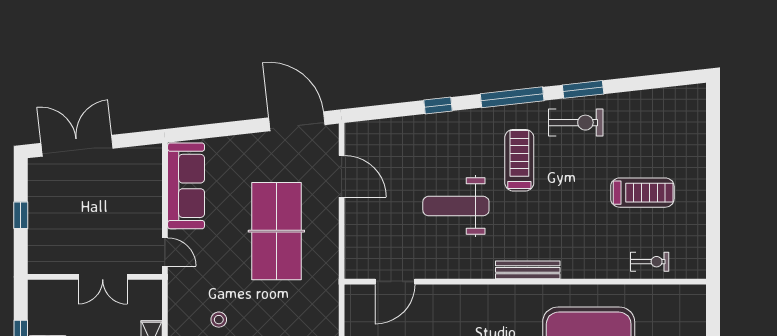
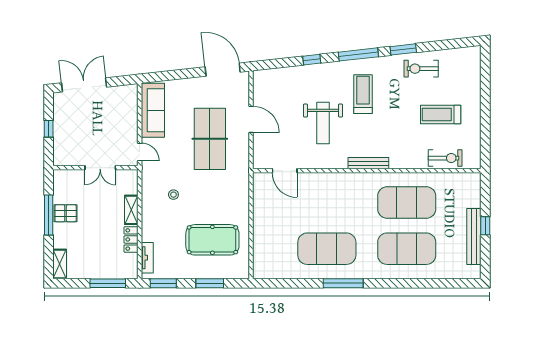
exercise bike: (576, 123) -> (421, 69), moved, turned 180
door: (342, 176) -> (251, 119), moved
treadmill: (642, 193) -> (441, 114), turned 180
weight bench: (456, 206) -> (323, 123), turned -90
exercise bike: (650, 262) -> (445, 158), width x1.38, depth x1.39
door: (395, 282) -> (285, 171), hinge flipped

